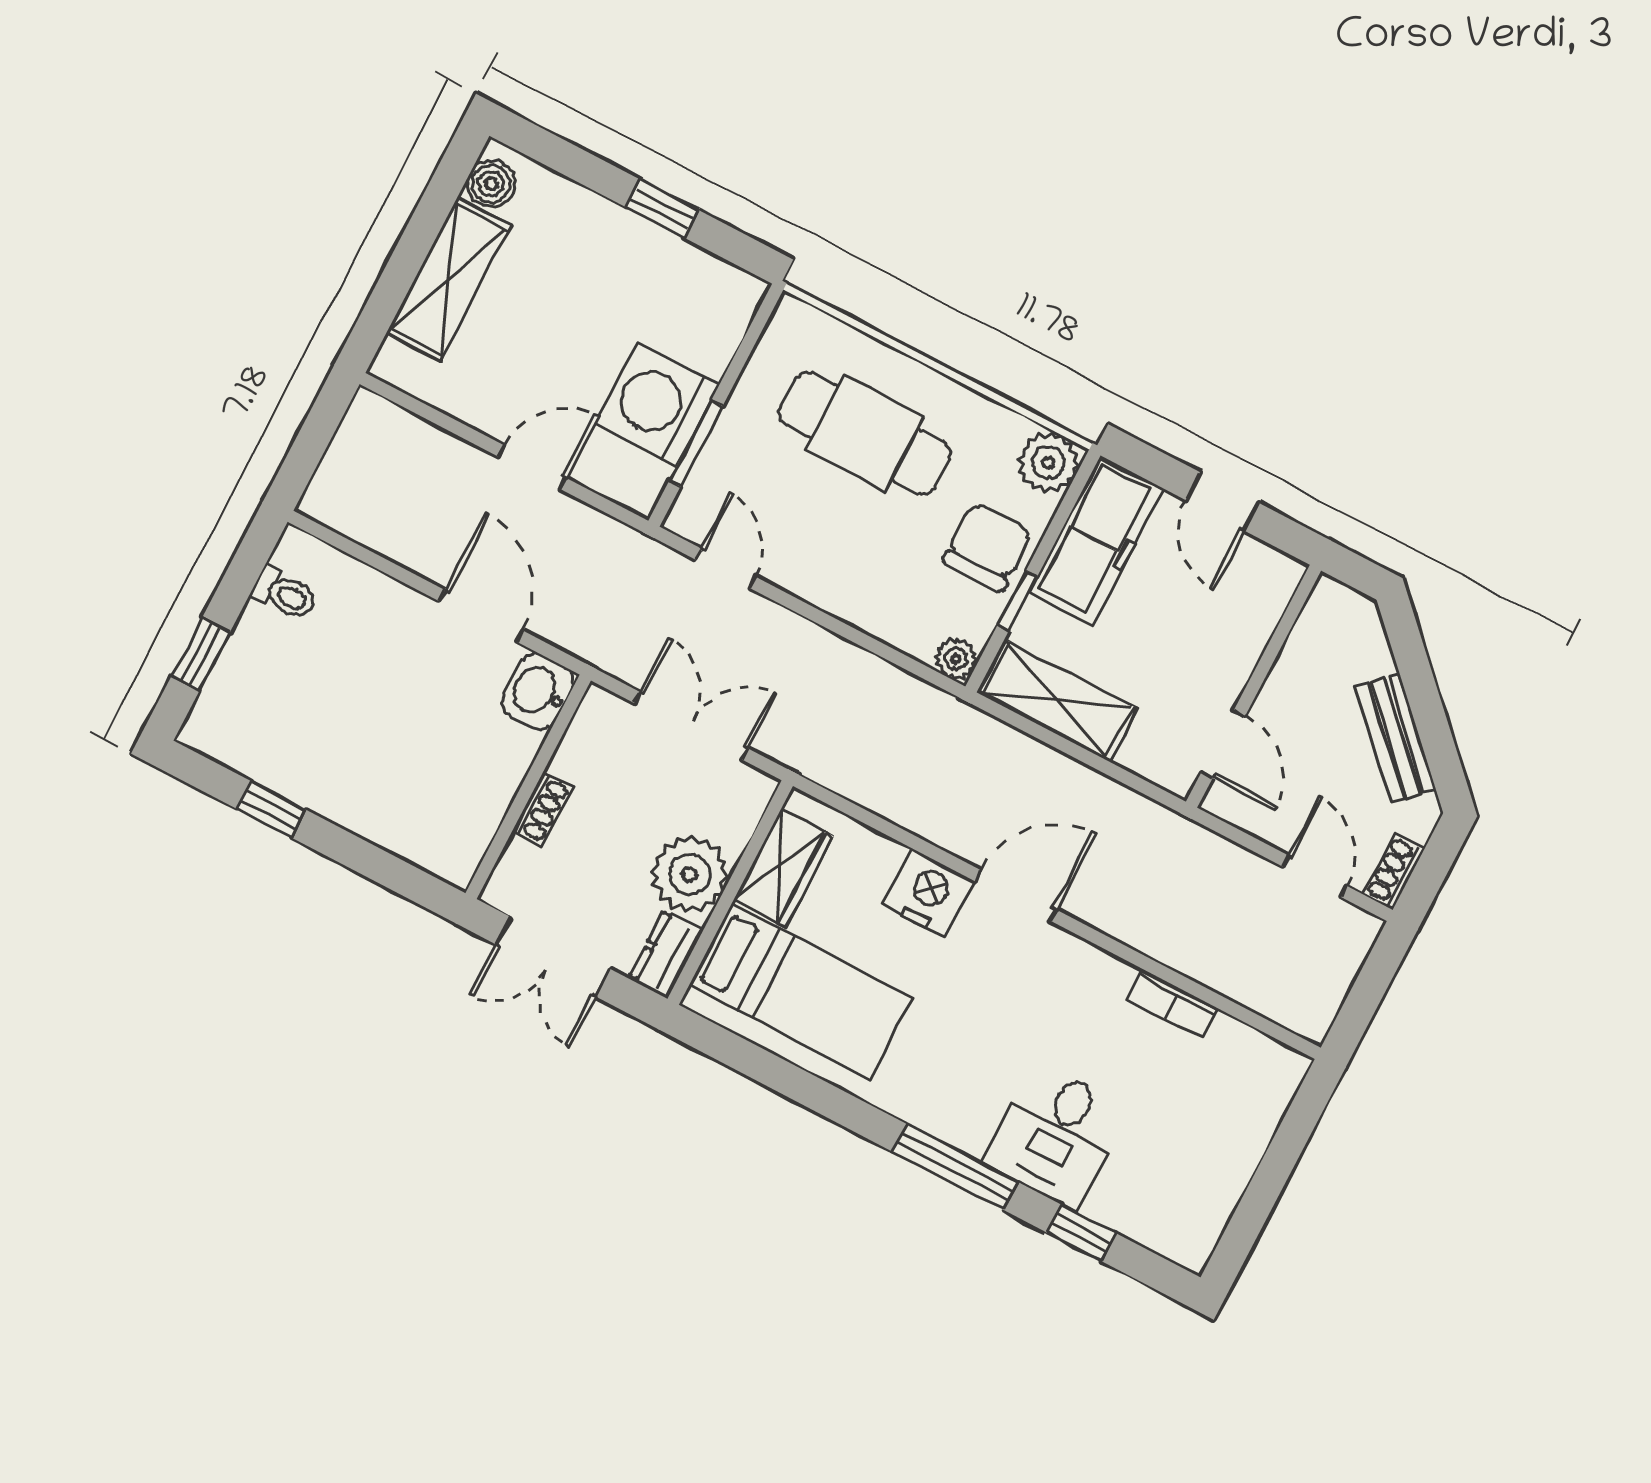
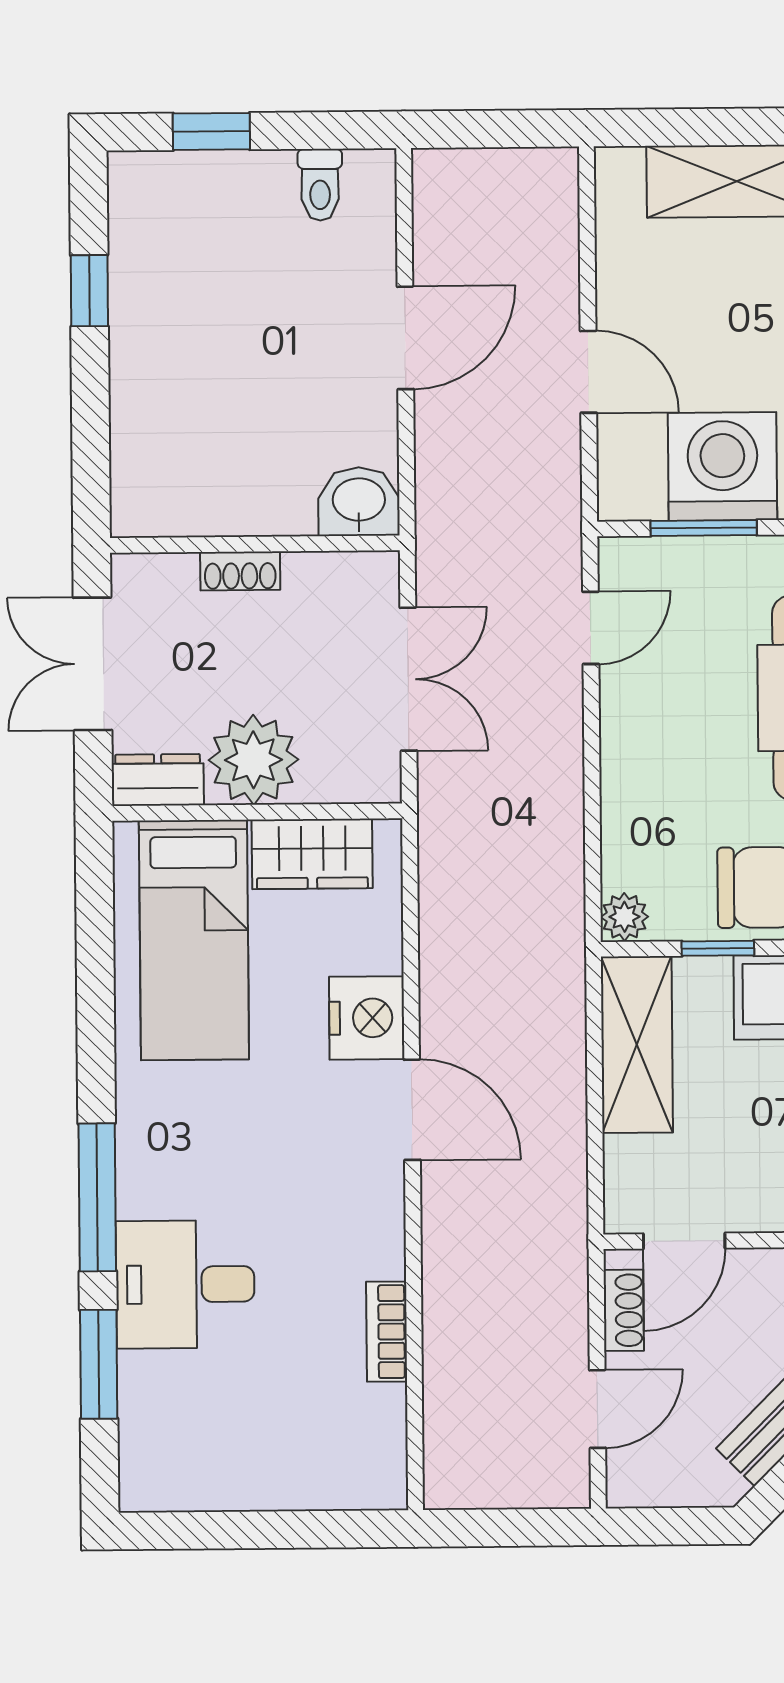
door: (481, 616) -> (405, 338), moved
shoe rack: (1394, 872) -> (624, 1310), moved, turned 90
window: (1081, 1233) -> (99, 1364), width x1.50

